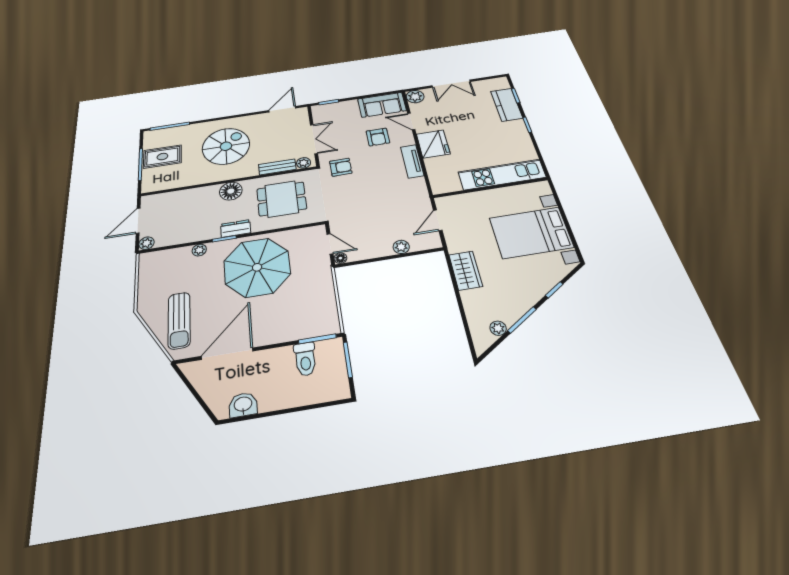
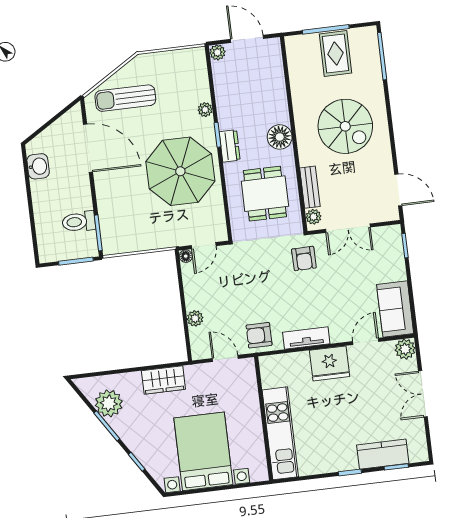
armchair: (378, 137) -> (259, 335), moved
plant: (498, 328) -> (109, 403), width x1.88, depth x1.88

